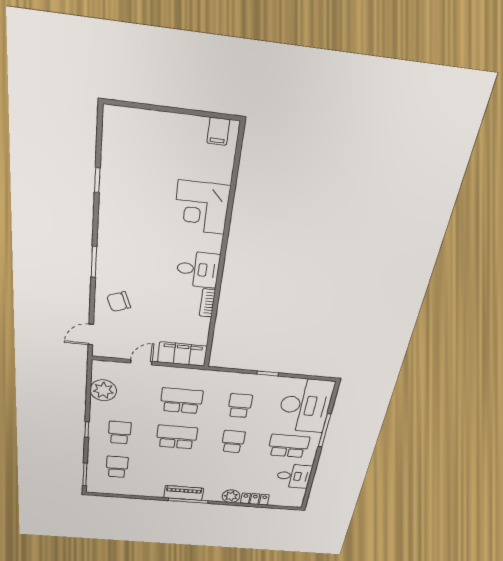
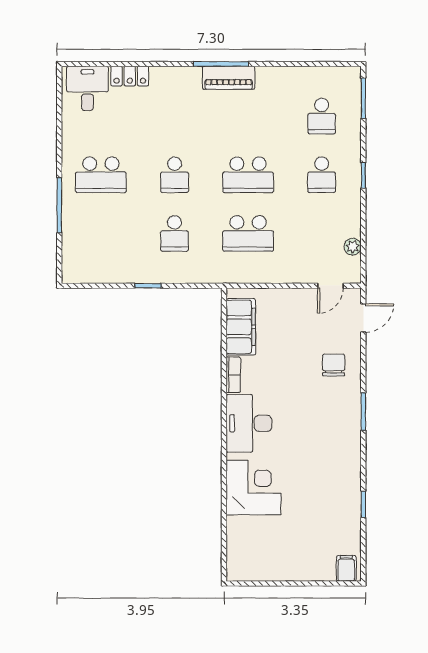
filing cabinet: (218, 131) -> (346, 568), moved
desk: (198, 269) -> (249, 423), width x1.37
chair: (119, 302) -> (334, 365), turned -69
filing cabinet: (182, 354) -> (241, 327), moved, turned -90
door: (141, 362) -> (330, 286), moved
plant: (103, 390) -> (353, 247), width x0.53, depth x0.53
desk: (305, 406) -> (92, 242), removed
desk: (294, 476) -> (87, 88), moved, turned 90
plant: (231, 496) -> (163, 78), removed

